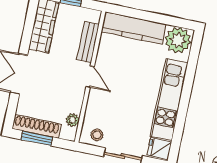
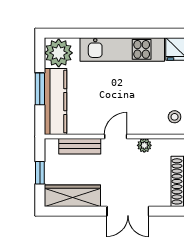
window: (148, 16) -> (40, 89), added
plant: (73, 120) -> (144, 145), moved

